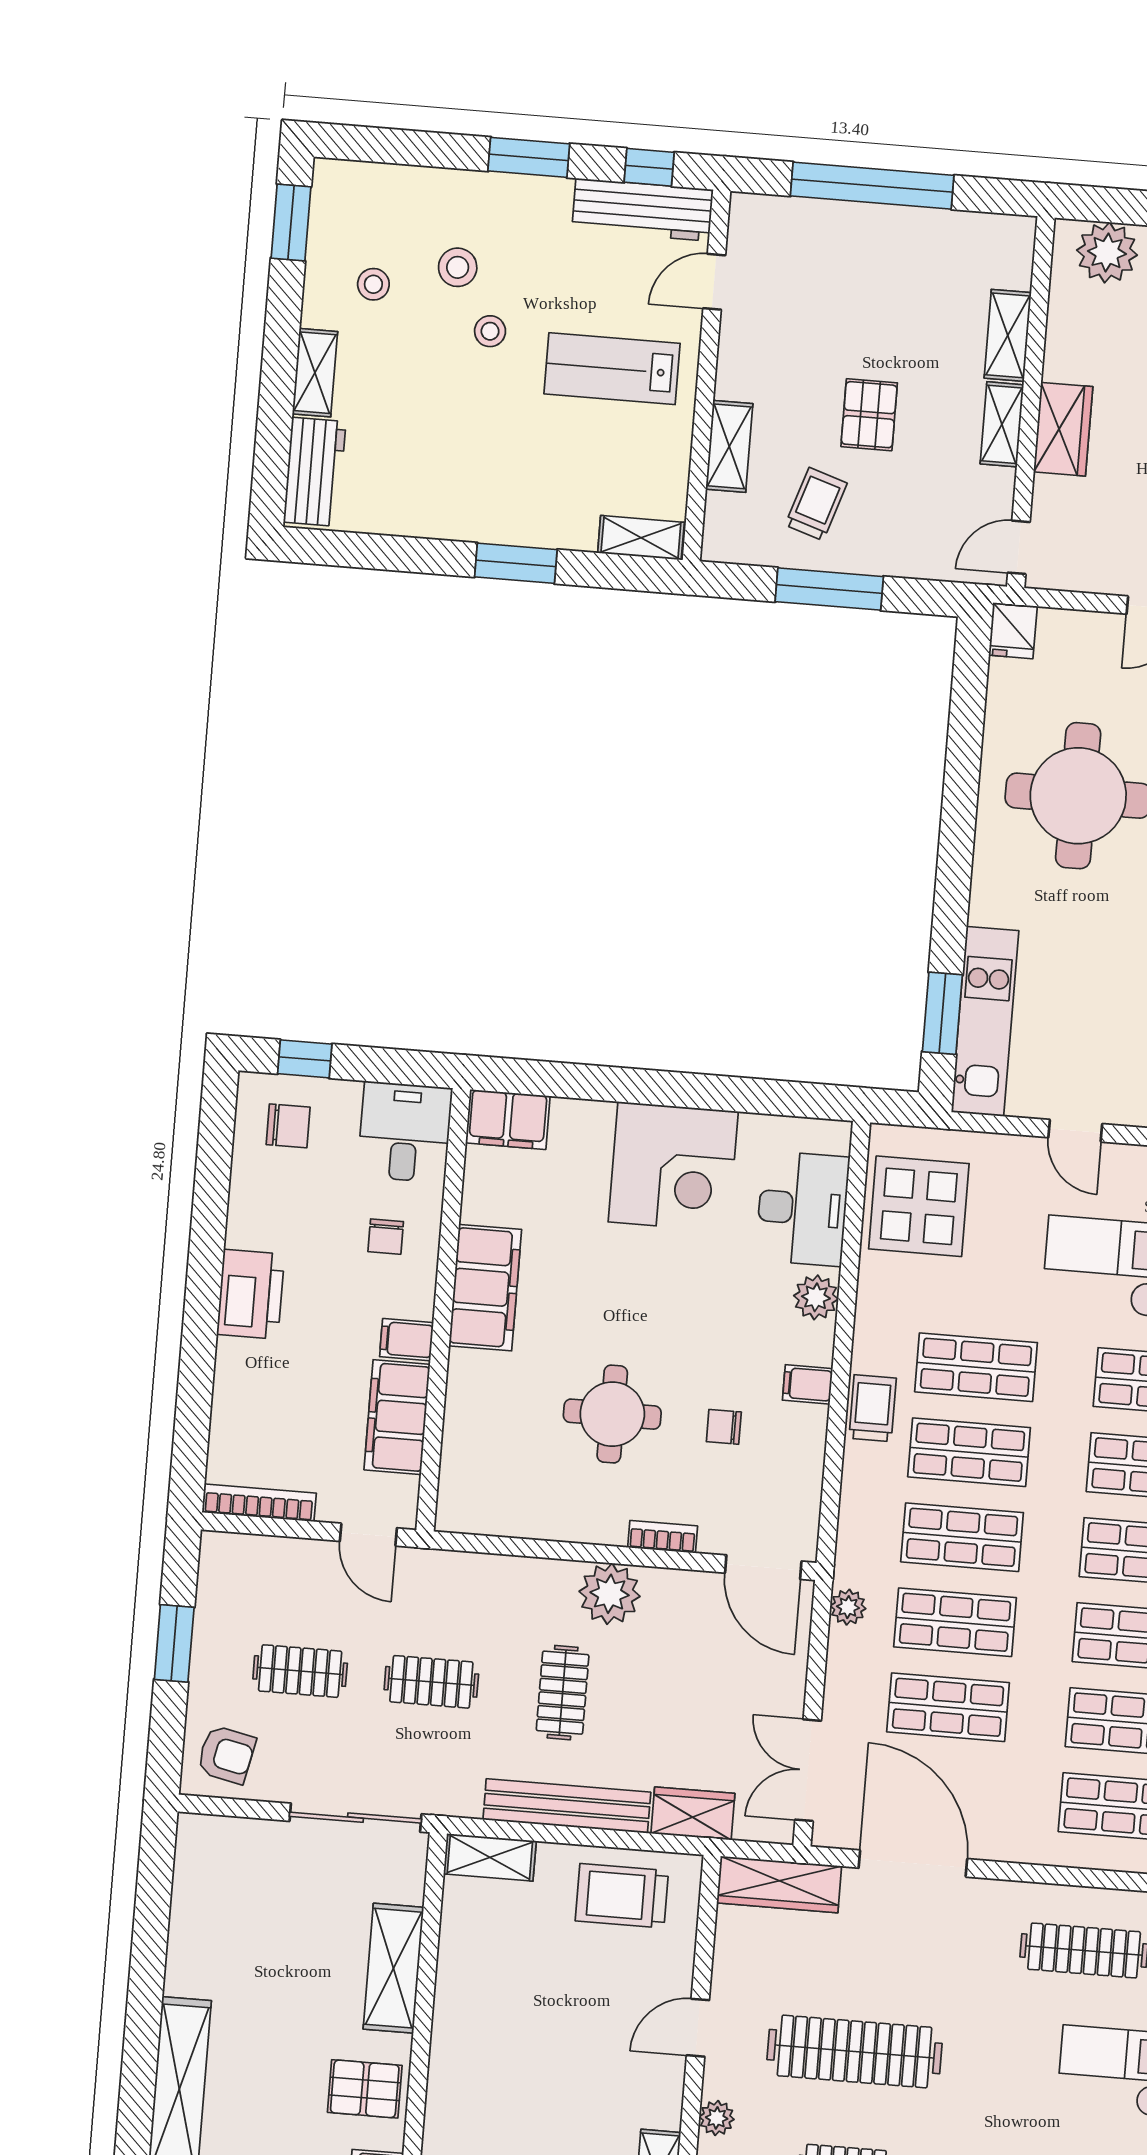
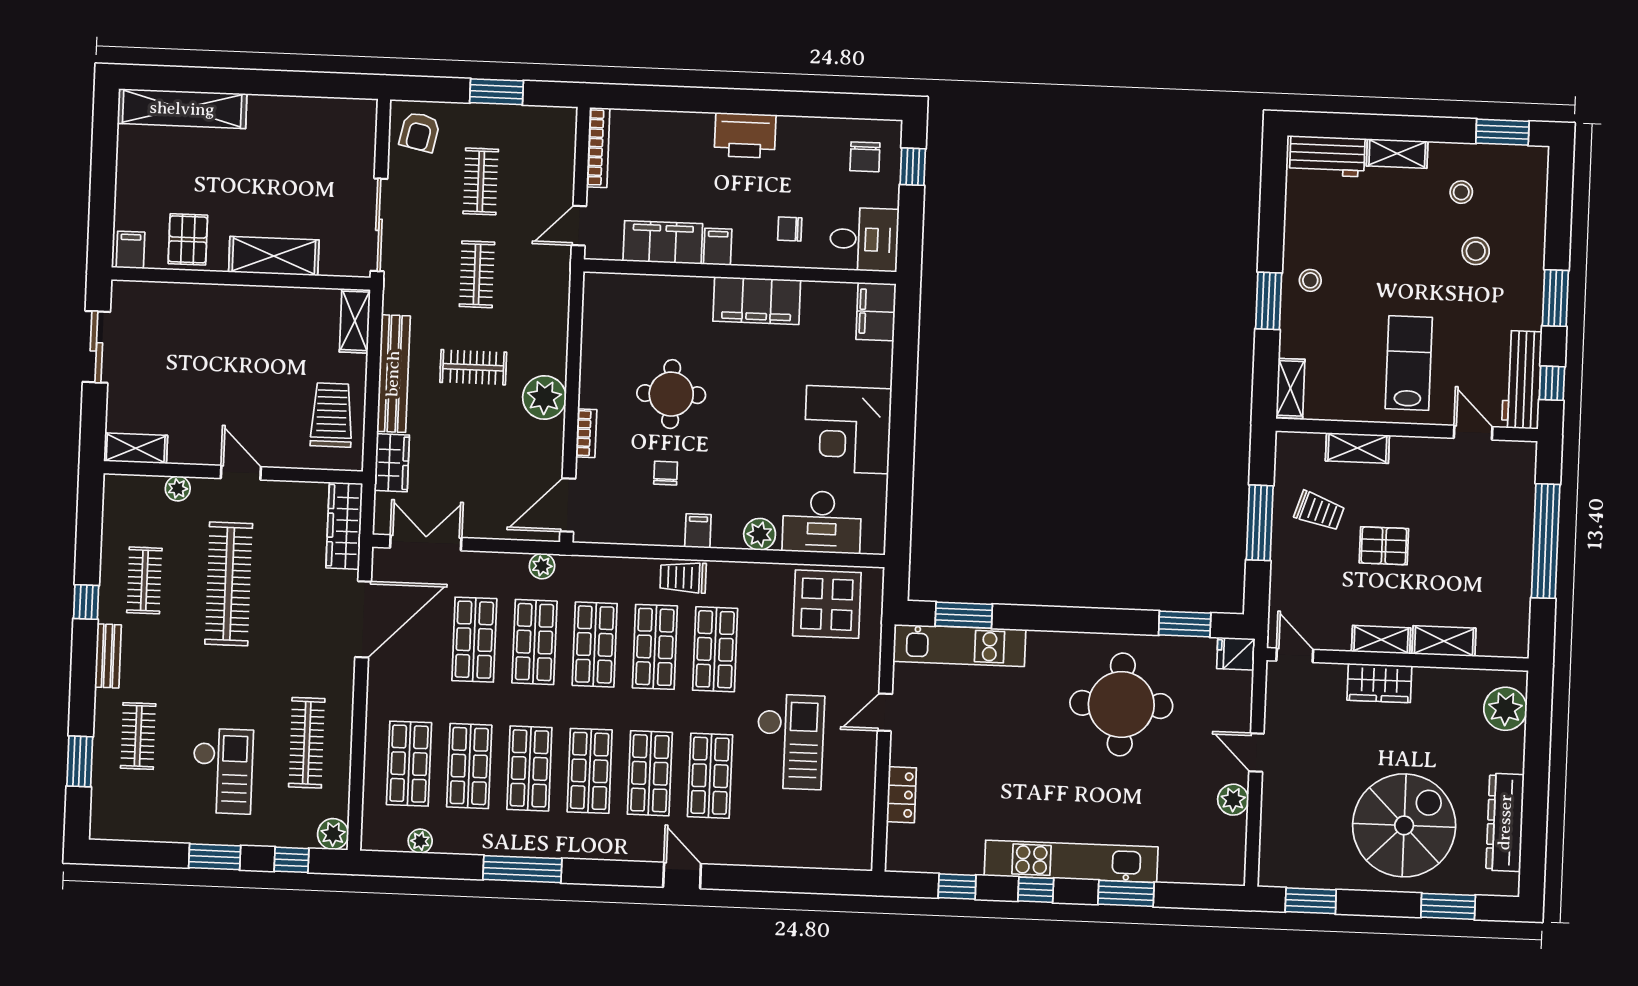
stool: (490, 331) -> (1310, 280), moved
window: (968, 701) -> (1185, 624), added
trolley: (873, 1408) -> (683, 578), turned 180

